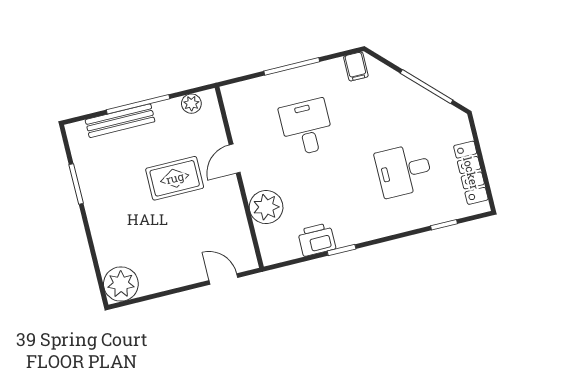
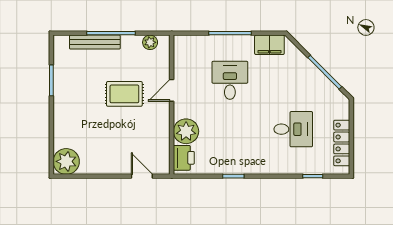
filing cabinet: (356, 66) -> (269, 45), width x2.00
desk: (404, 170) -> (293, 129), turned 180
printer: (317, 240) -> (184, 158), moved, turned 90

